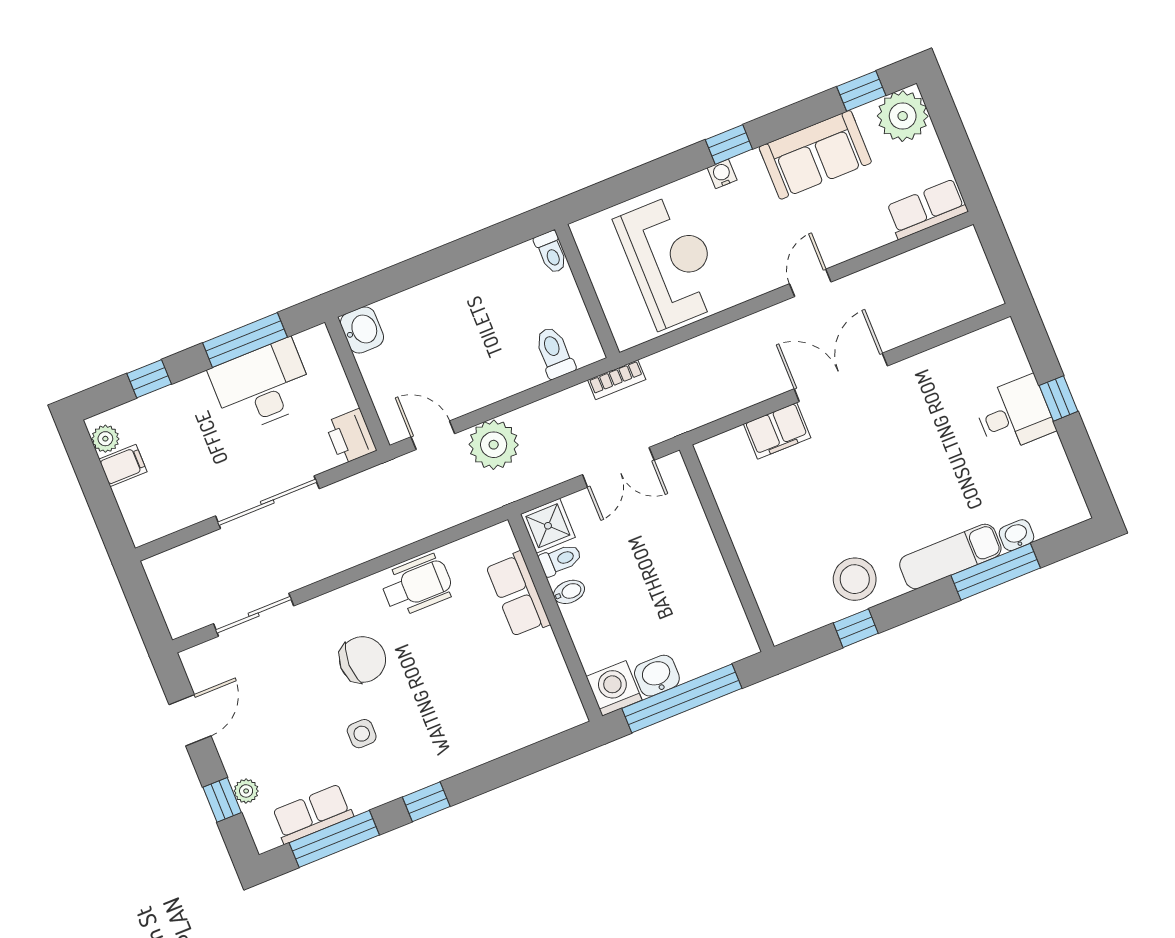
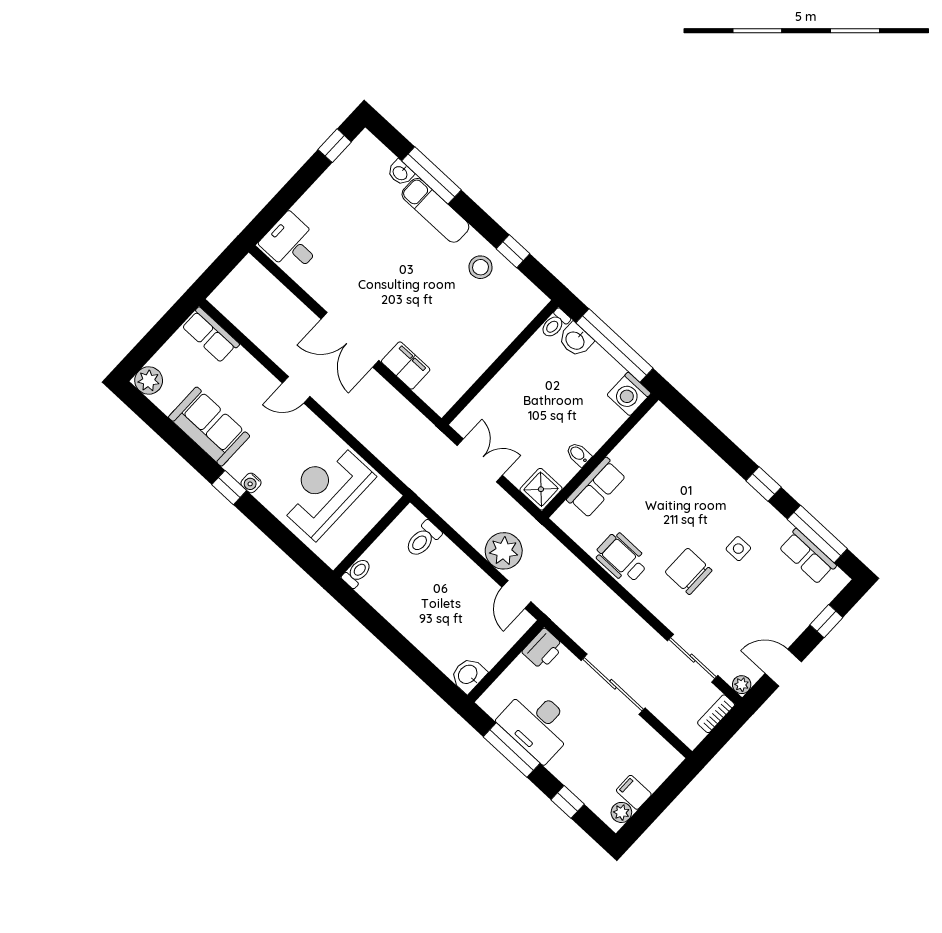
window: (861, 91) -> (152, 416), removed
plant: (903, 116) -> (149, 381), width x0.73, depth x0.73
bookcase: (617, 380) -> (716, 714), moved, turned -90
window: (1059, 398) -> (335, 146), moved
desk: (1014, 414) -> (291, 243), moved
toilet: (560, 560) -> (555, 324), moved, turned -90
stool: (855, 579) -> (480, 267), width x0.73, depth x0.73
washbasin: (657, 676) -> (575, 340), moved
plant: (246, 791) -> (742, 685), moved

